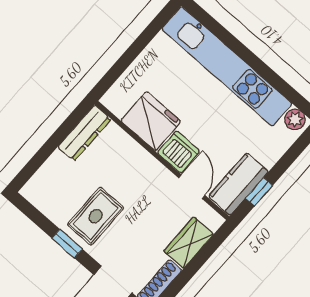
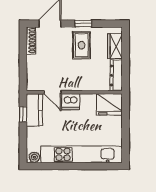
fridge: (151, 121) -> (109, 104), moved
wardrobe: (189, 243) -> (115, 46), moved, turned 180

